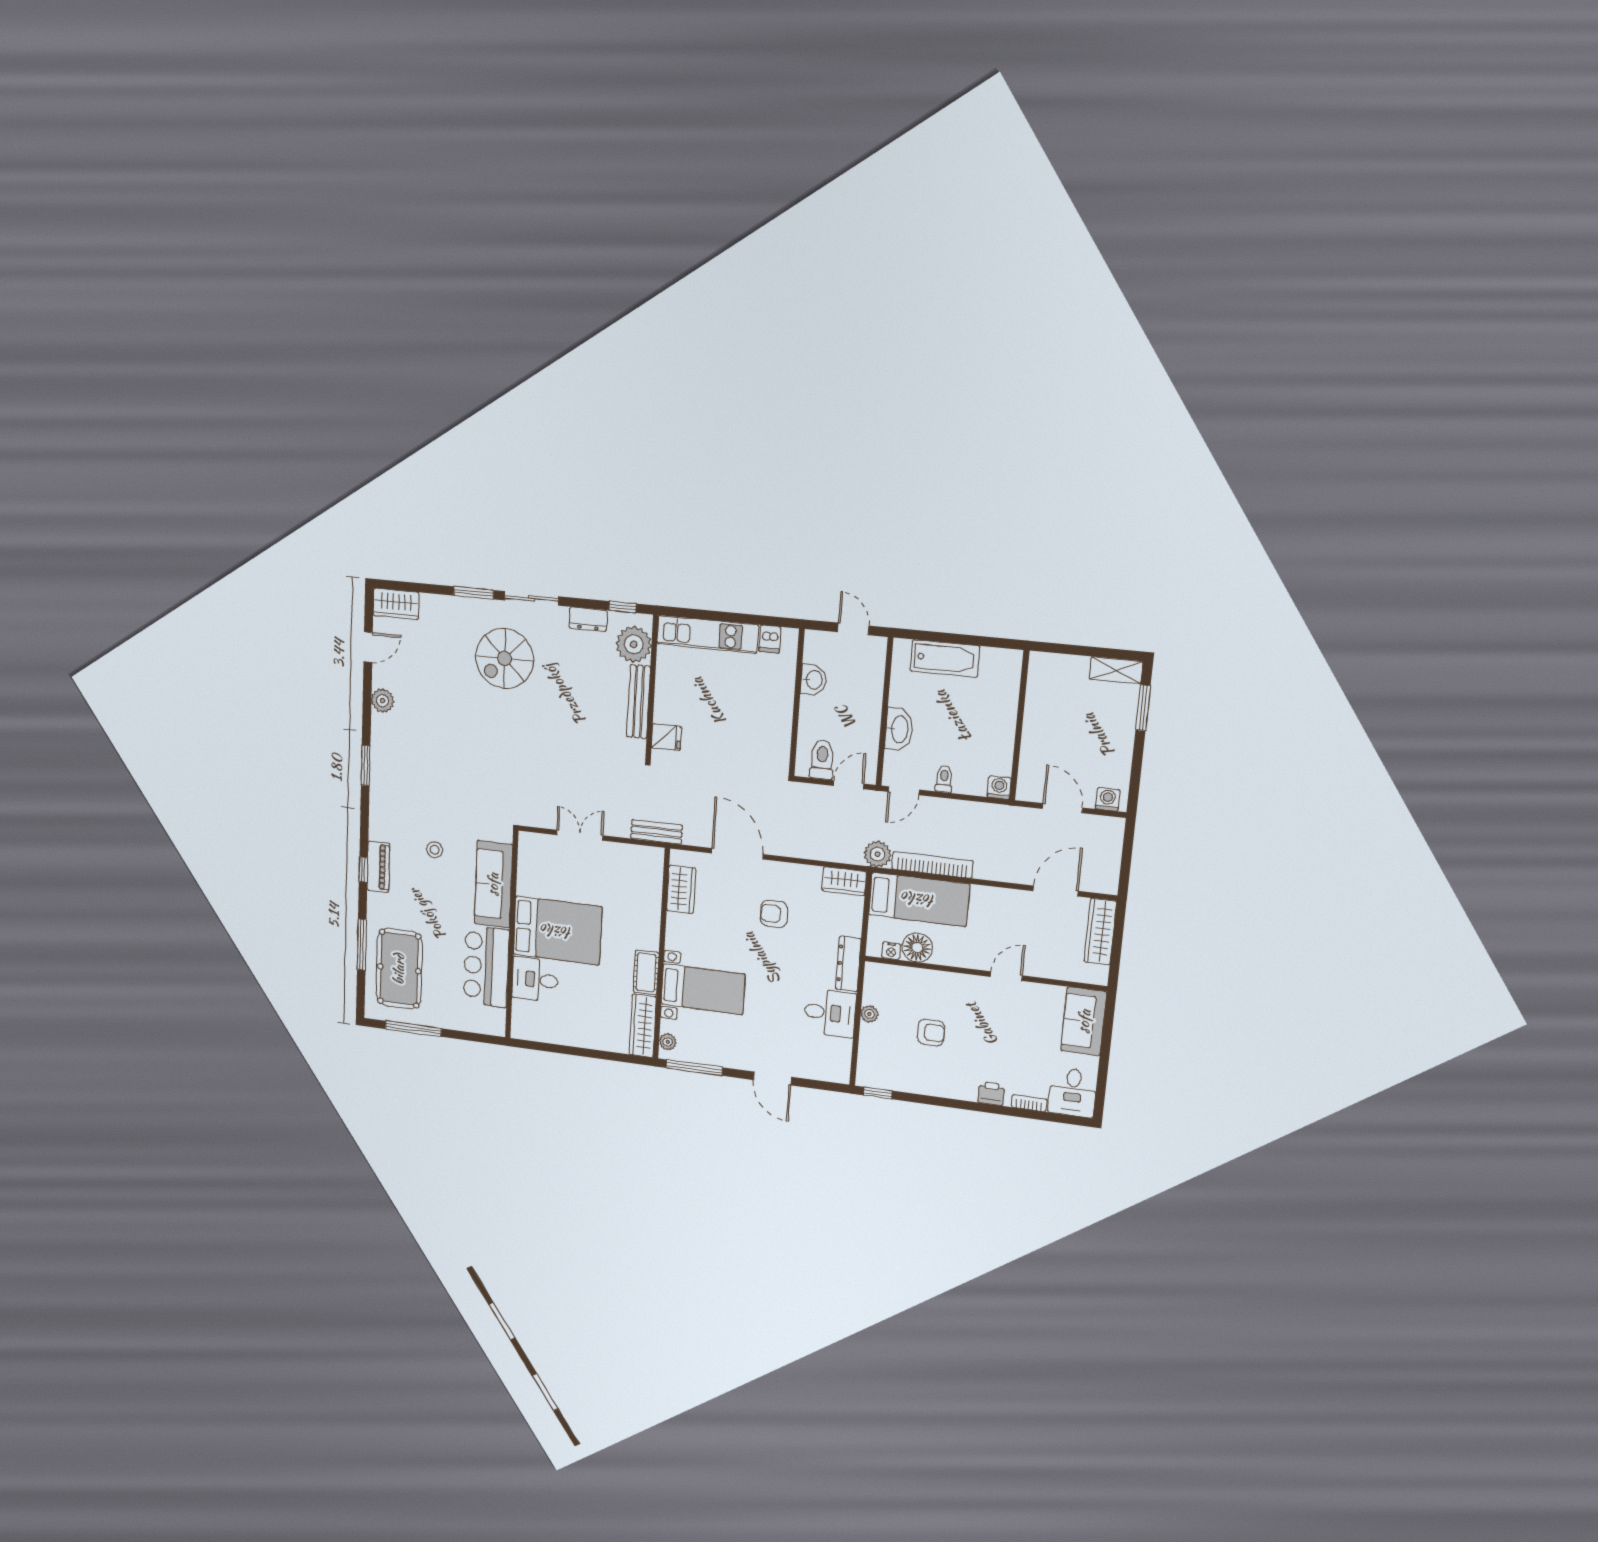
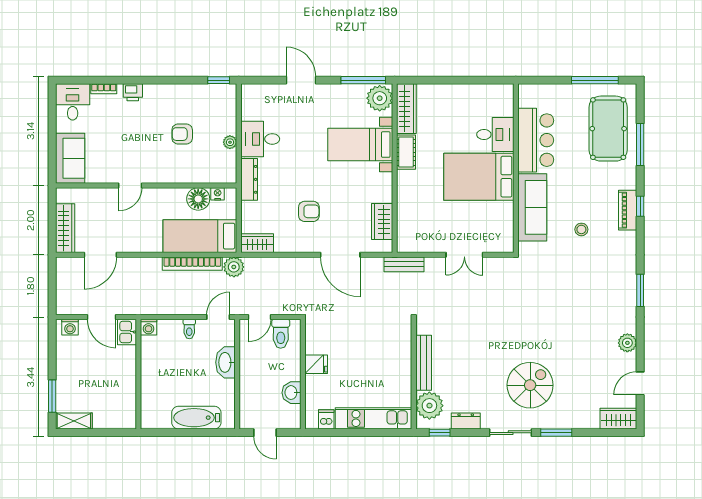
fridge: (666, 737) -> (316, 364), moved, turned 180
kitchen sink: (1029, 784) -> (127, 332), added
plant: (668, 1042) -> (380, 98), width x1.88, depth x1.88

